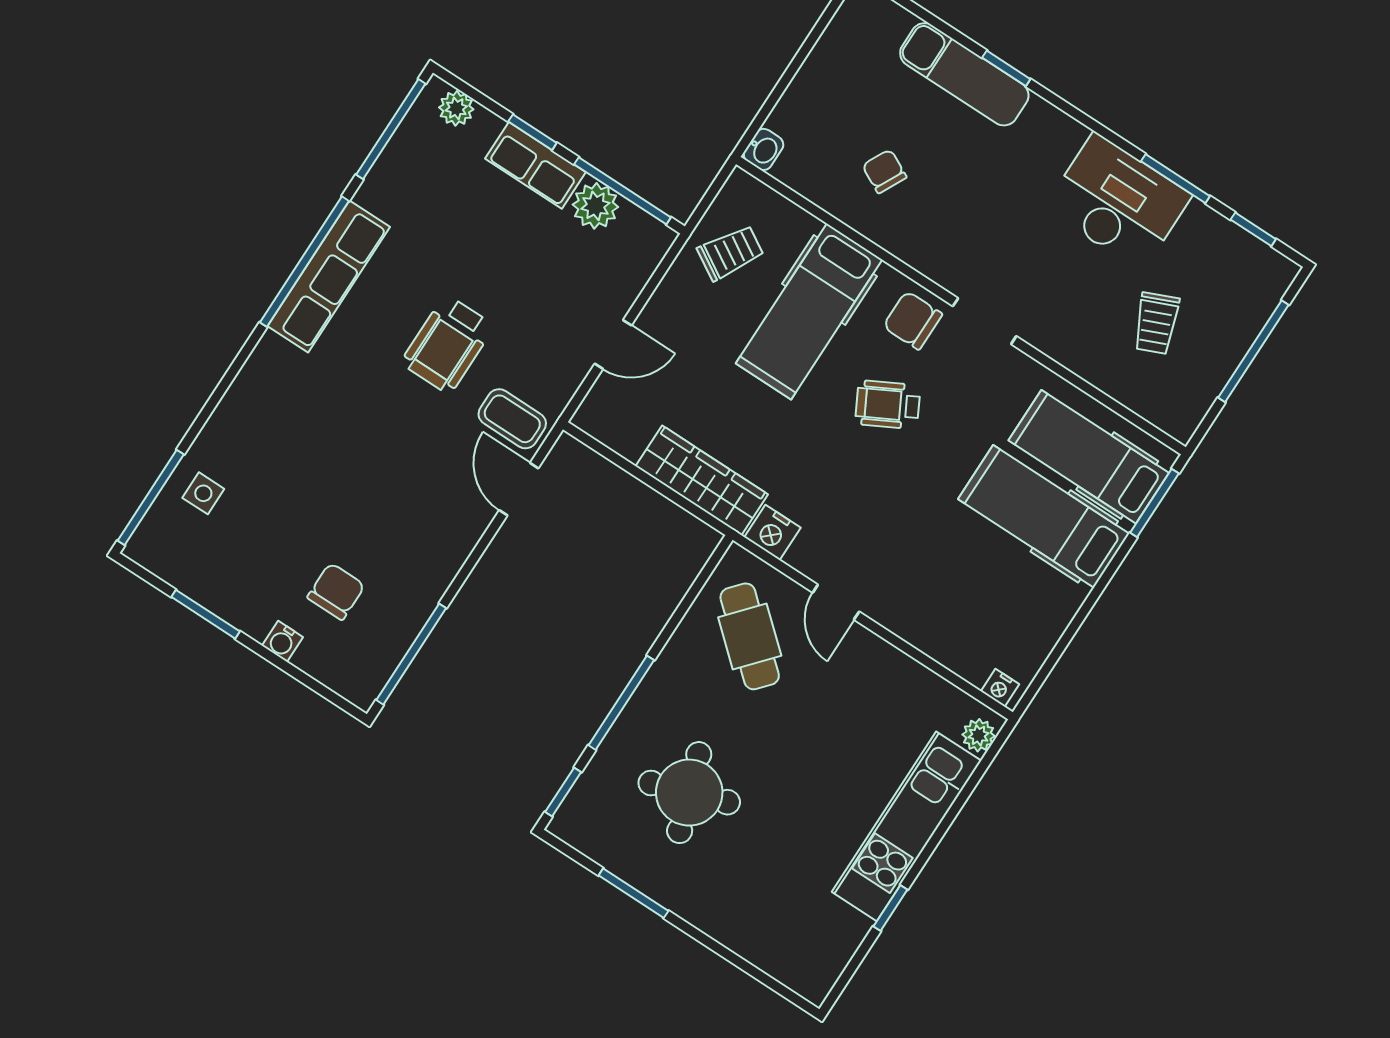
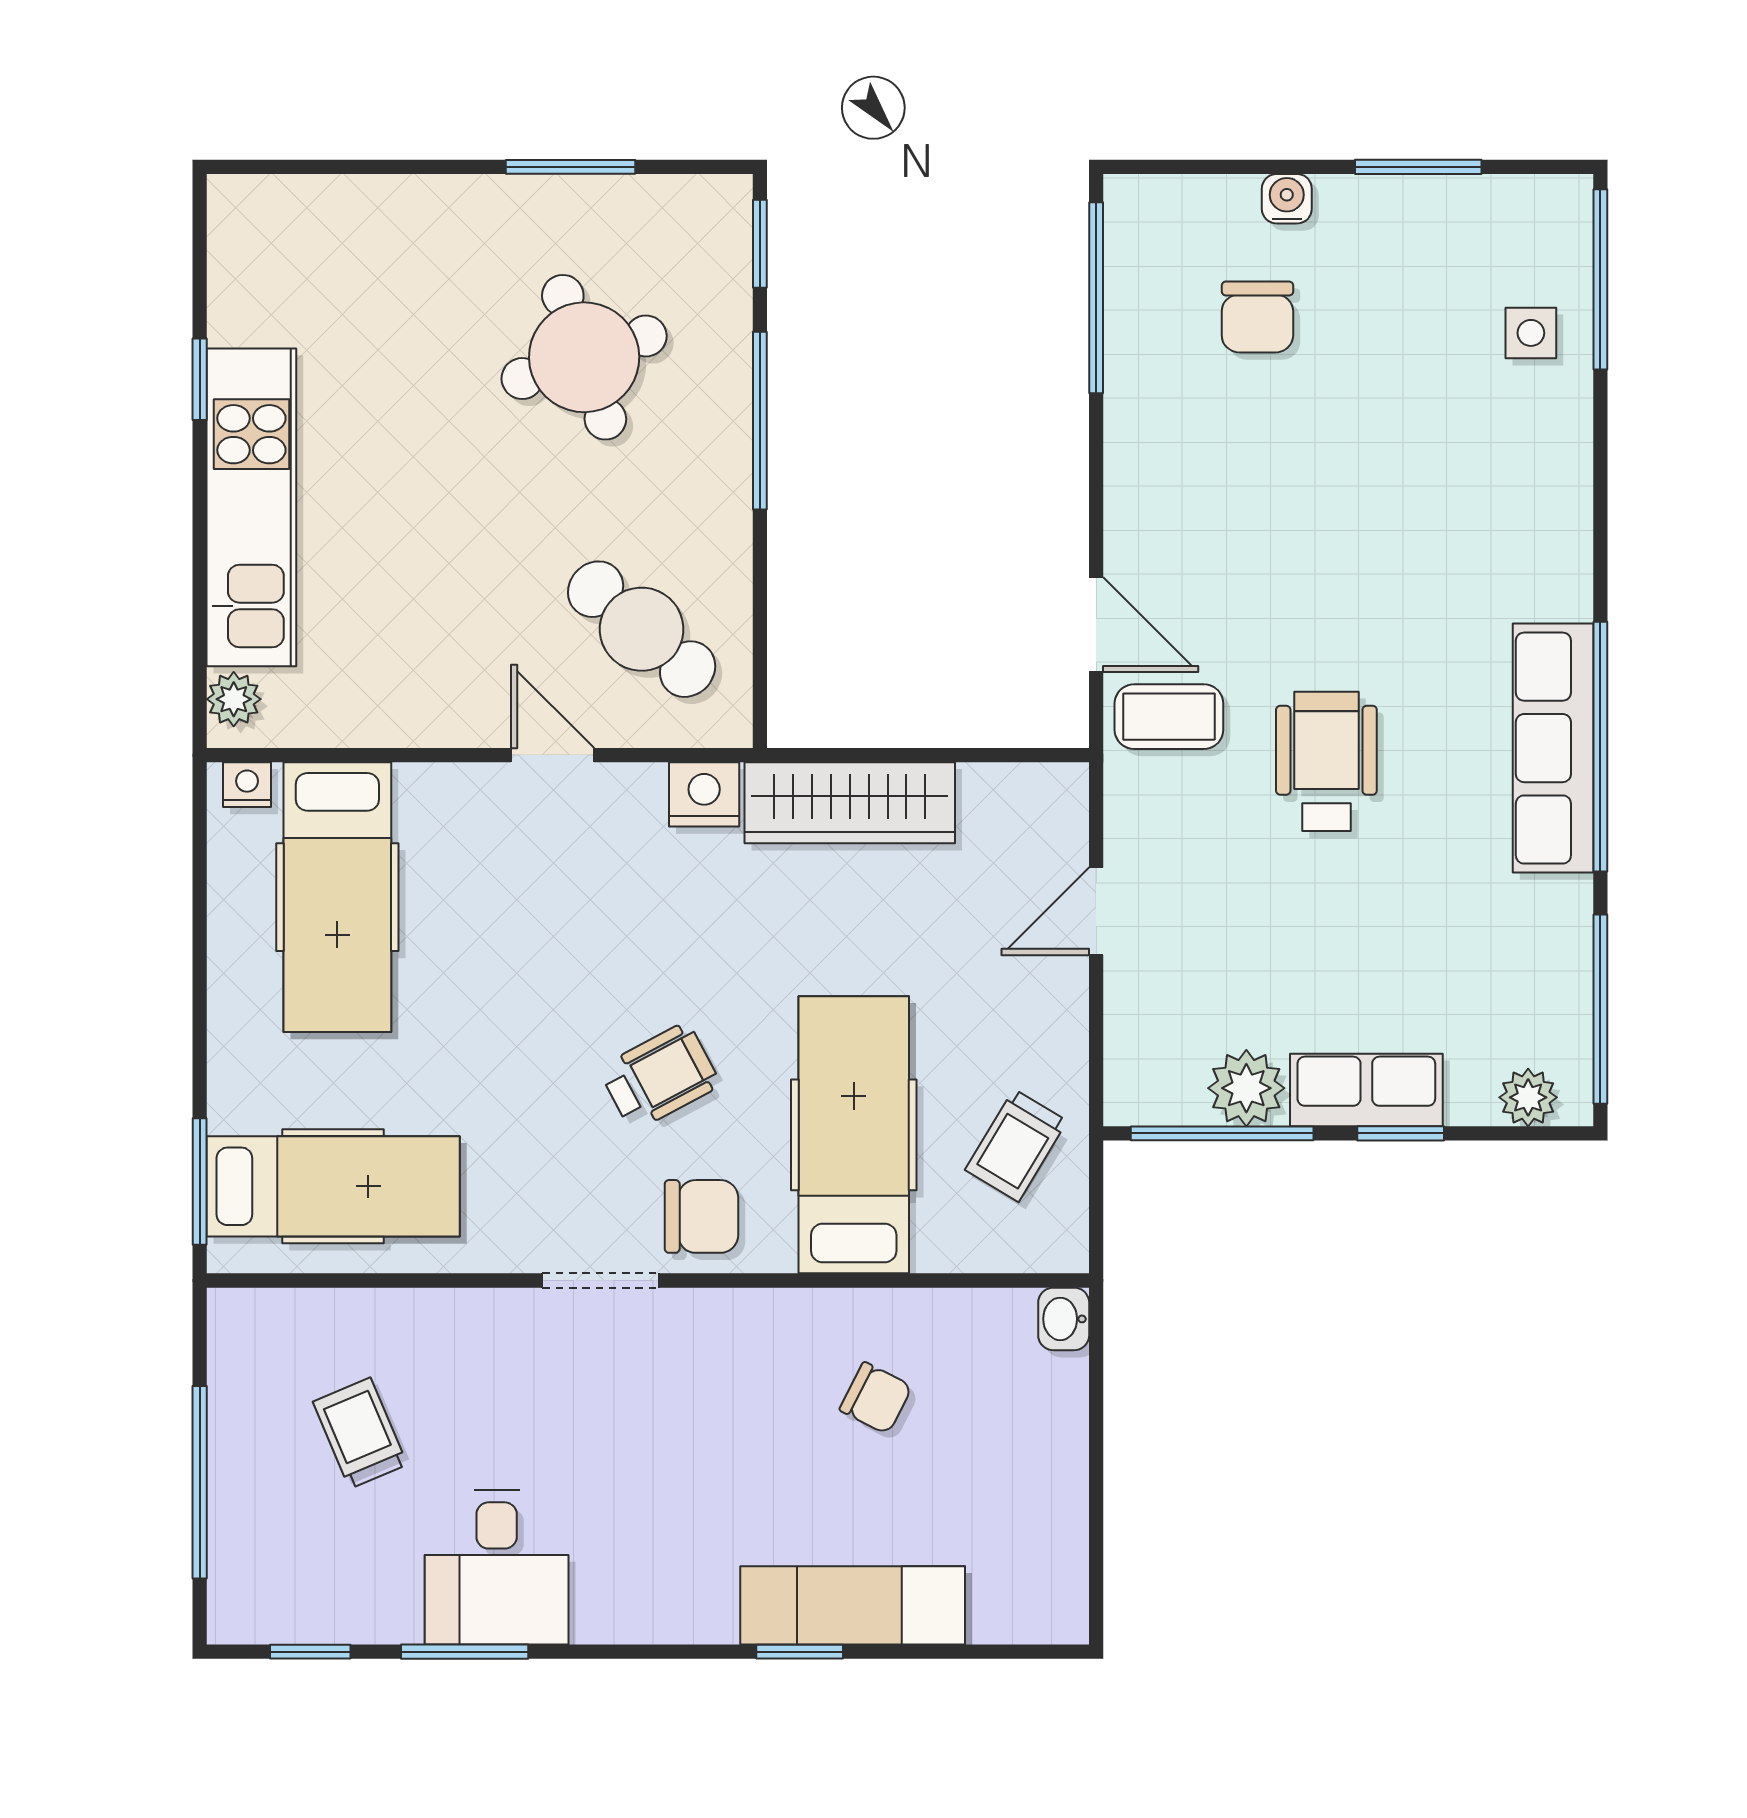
desk: (1118, 202) -> (497, 1567), width x0.73
hospital bed: (1044, 516) -> (337, 897), moved, turned 90

